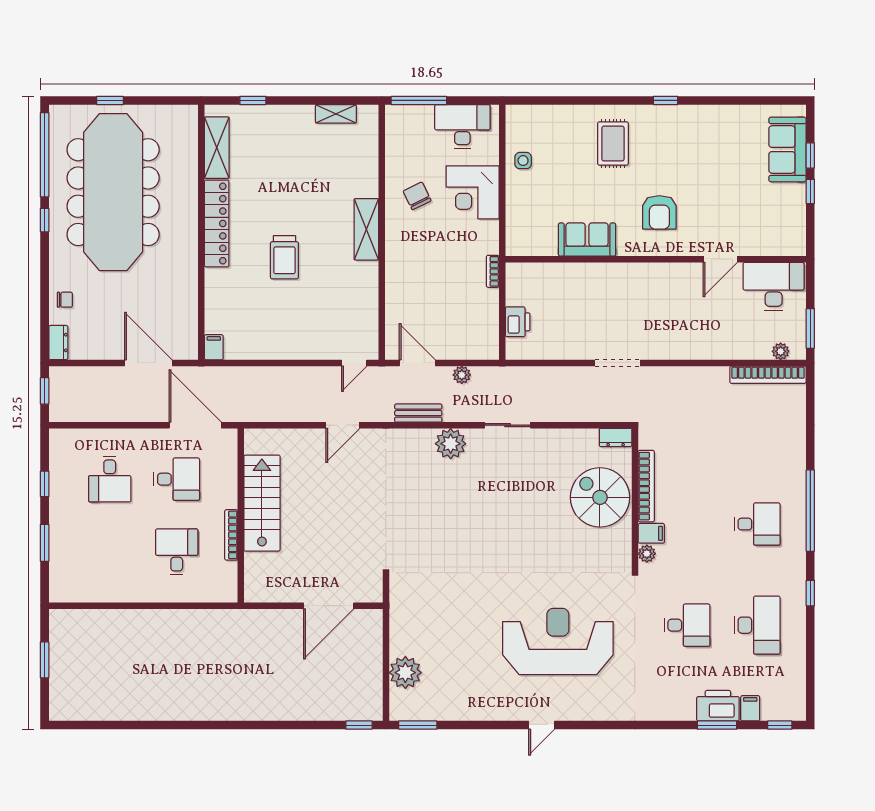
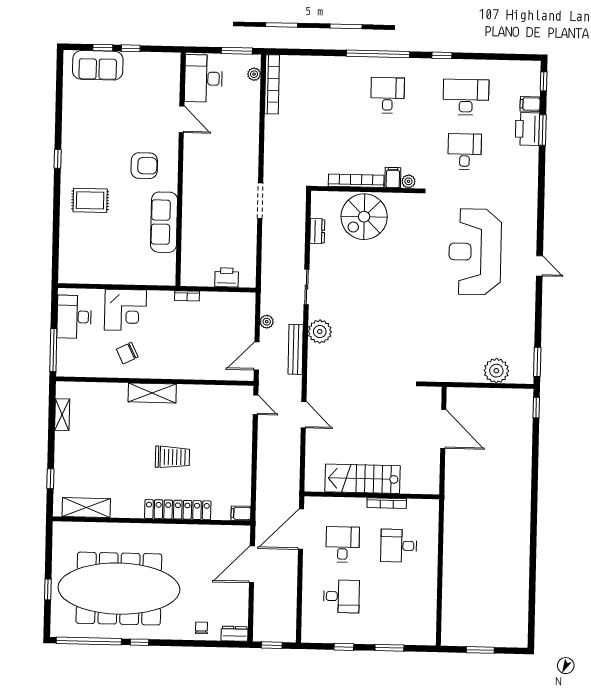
side table: (523, 161) -> (102, 270), removed
locker: (217, 223) -> (178, 510), moved
sofa: (587, 240) -> (164, 222), width x1.36
bench: (418, 413) -> (296, 349), width x1.36
dresser: (616, 437) -> (317, 231), moved

